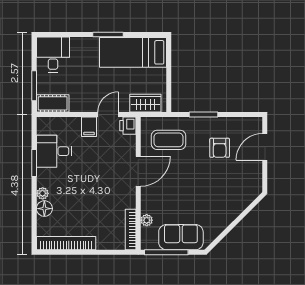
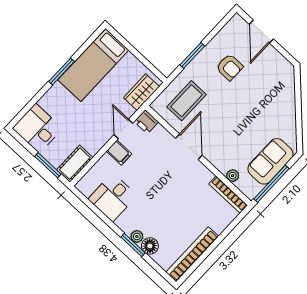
window: (34, 163) -> (133, 245), moved

